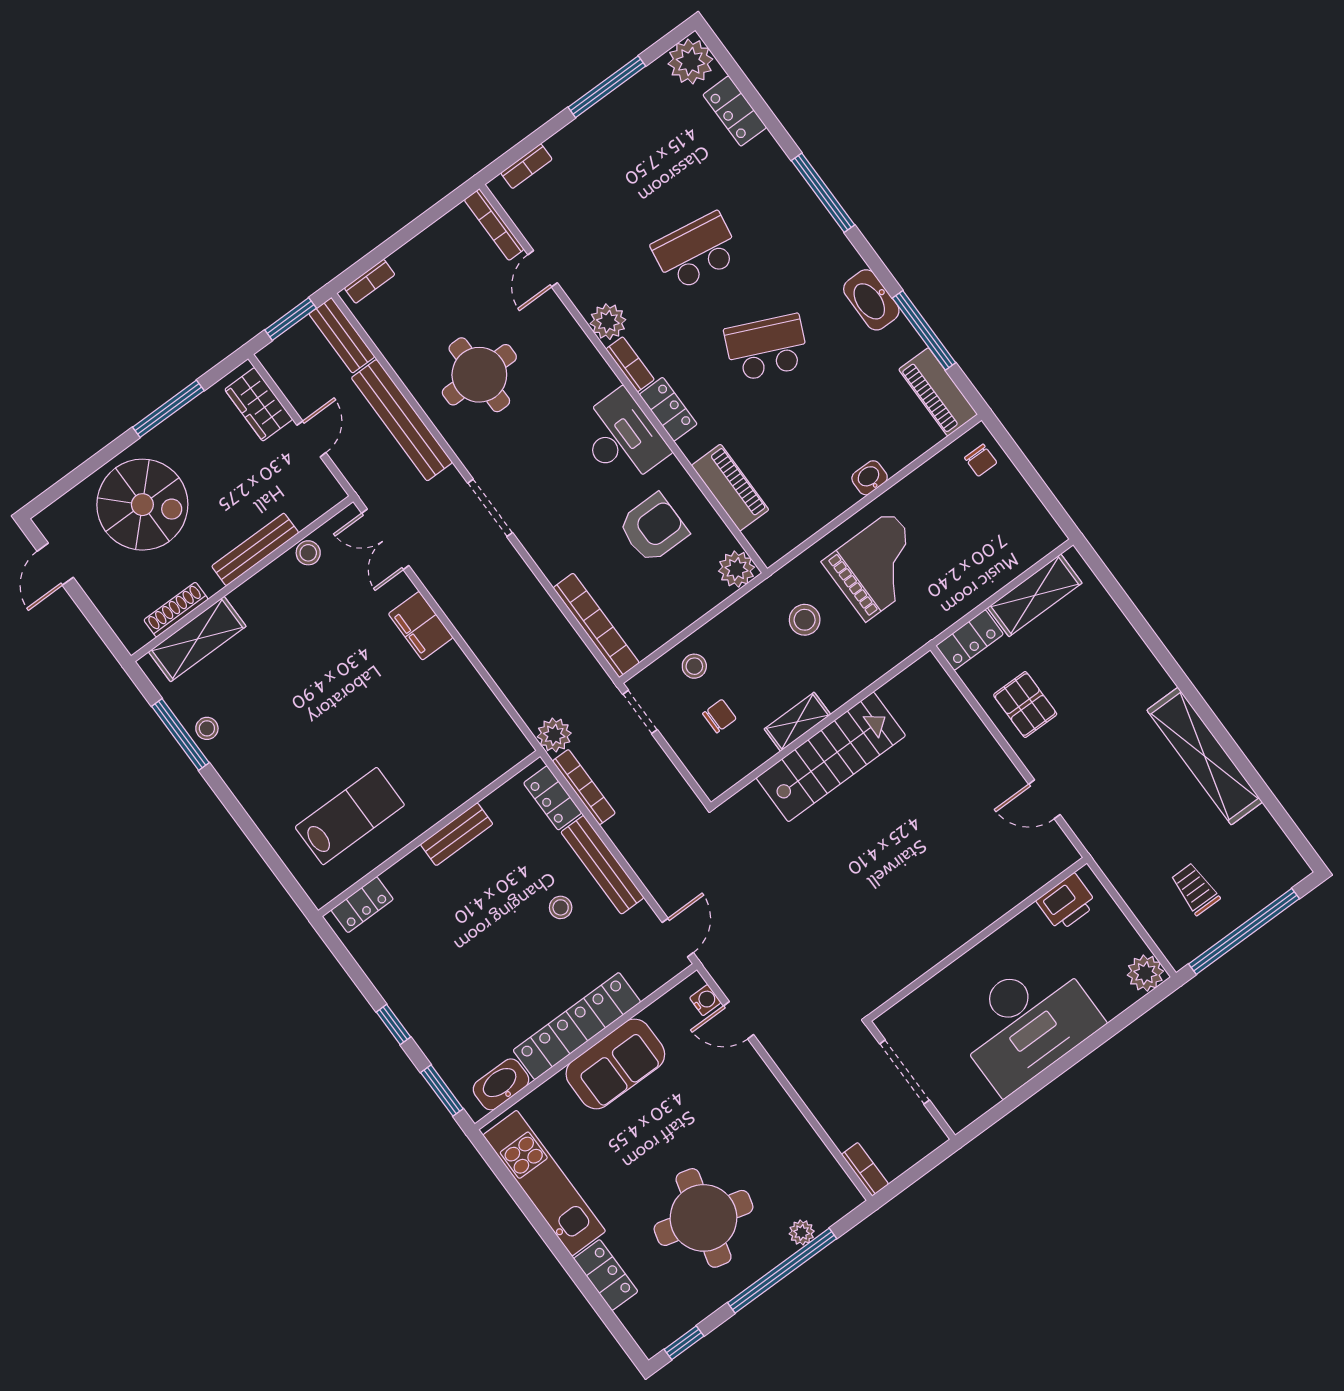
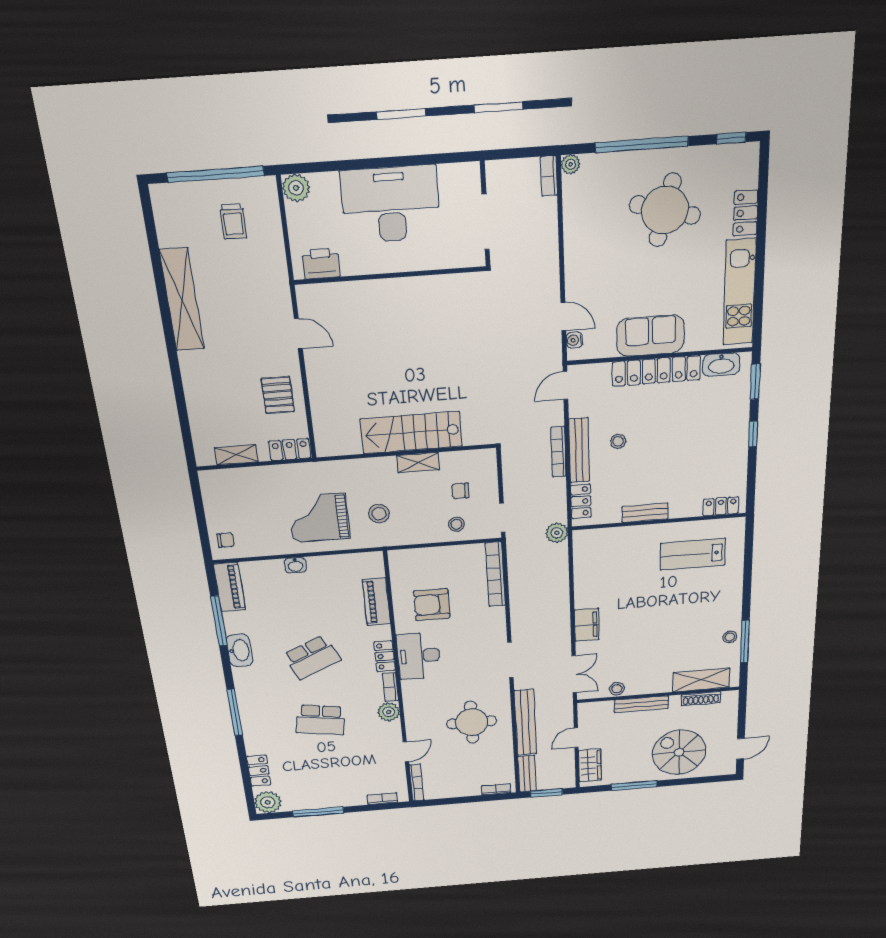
school desk: (767, 348) -> (312, 657), turned -48
chair: (981, 460) -> (226, 540), turned 90
plant: (736, 569) -> (400, 560), removed
shelving: (1035, 595) -> (236, 455), width x0.67, depth x0.75
bookcase: (584, 787) -> (559, 452), moved
plant: (802, 1232) -> (571, 164), moved

